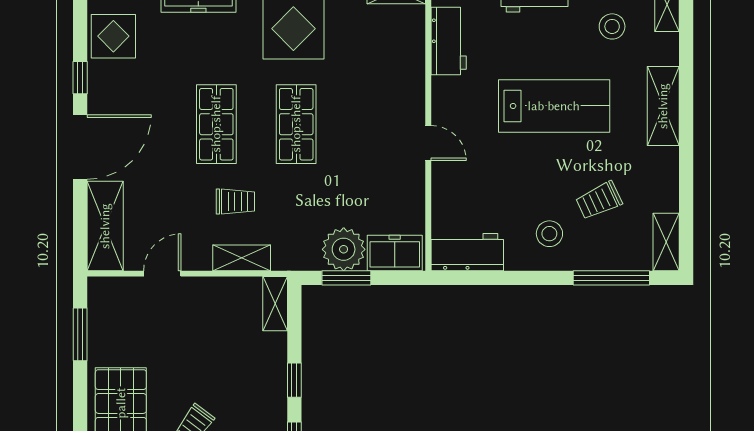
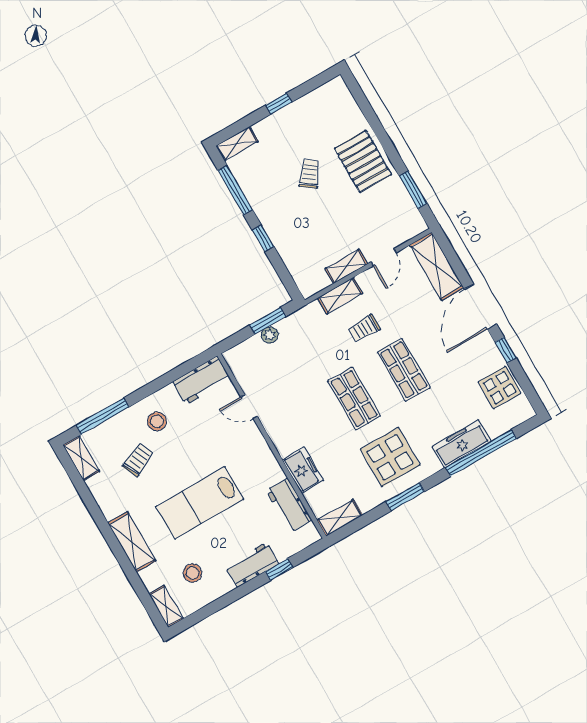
door: (428, 143) -> (249, 407), moved
plant: (344, 249) -> (270, 335), width x0.53, depth x0.53
freezer: (395, 253) -> (303, 470), moved, turned -90
shelving: (275, 304) -> (346, 266), moved, turned 90

